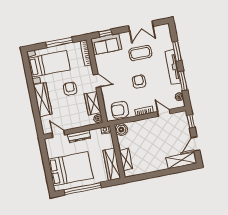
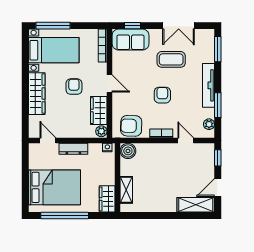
window: (59, 42) -> (53, 26), moved
window: (177, 51) -> (218, 49), moved
wardrobe: (112, 164) -> (107, 199), width x0.67

